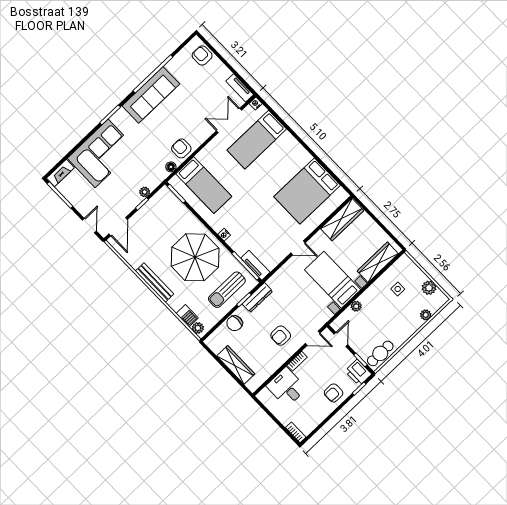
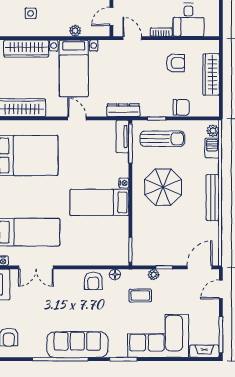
coffee table: (140, 169) -> (140, 295), added
bed: (204, 185) -> (99, 202), moved, turned -90
parasol: (195, 257) -> (163, 187), width x0.73, depth x0.73
dresser: (257, 298) -> (123, 110), moved
armchair: (281, 336) -> (175, 63), moved

